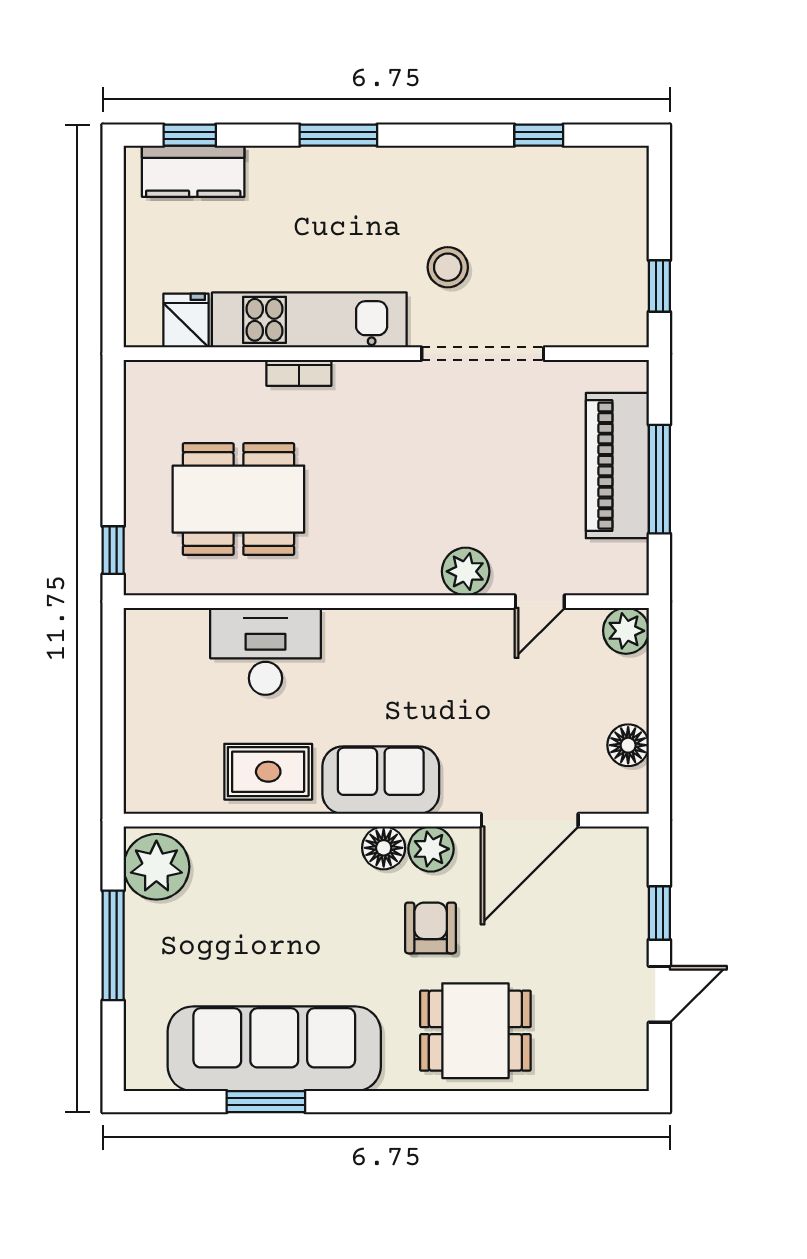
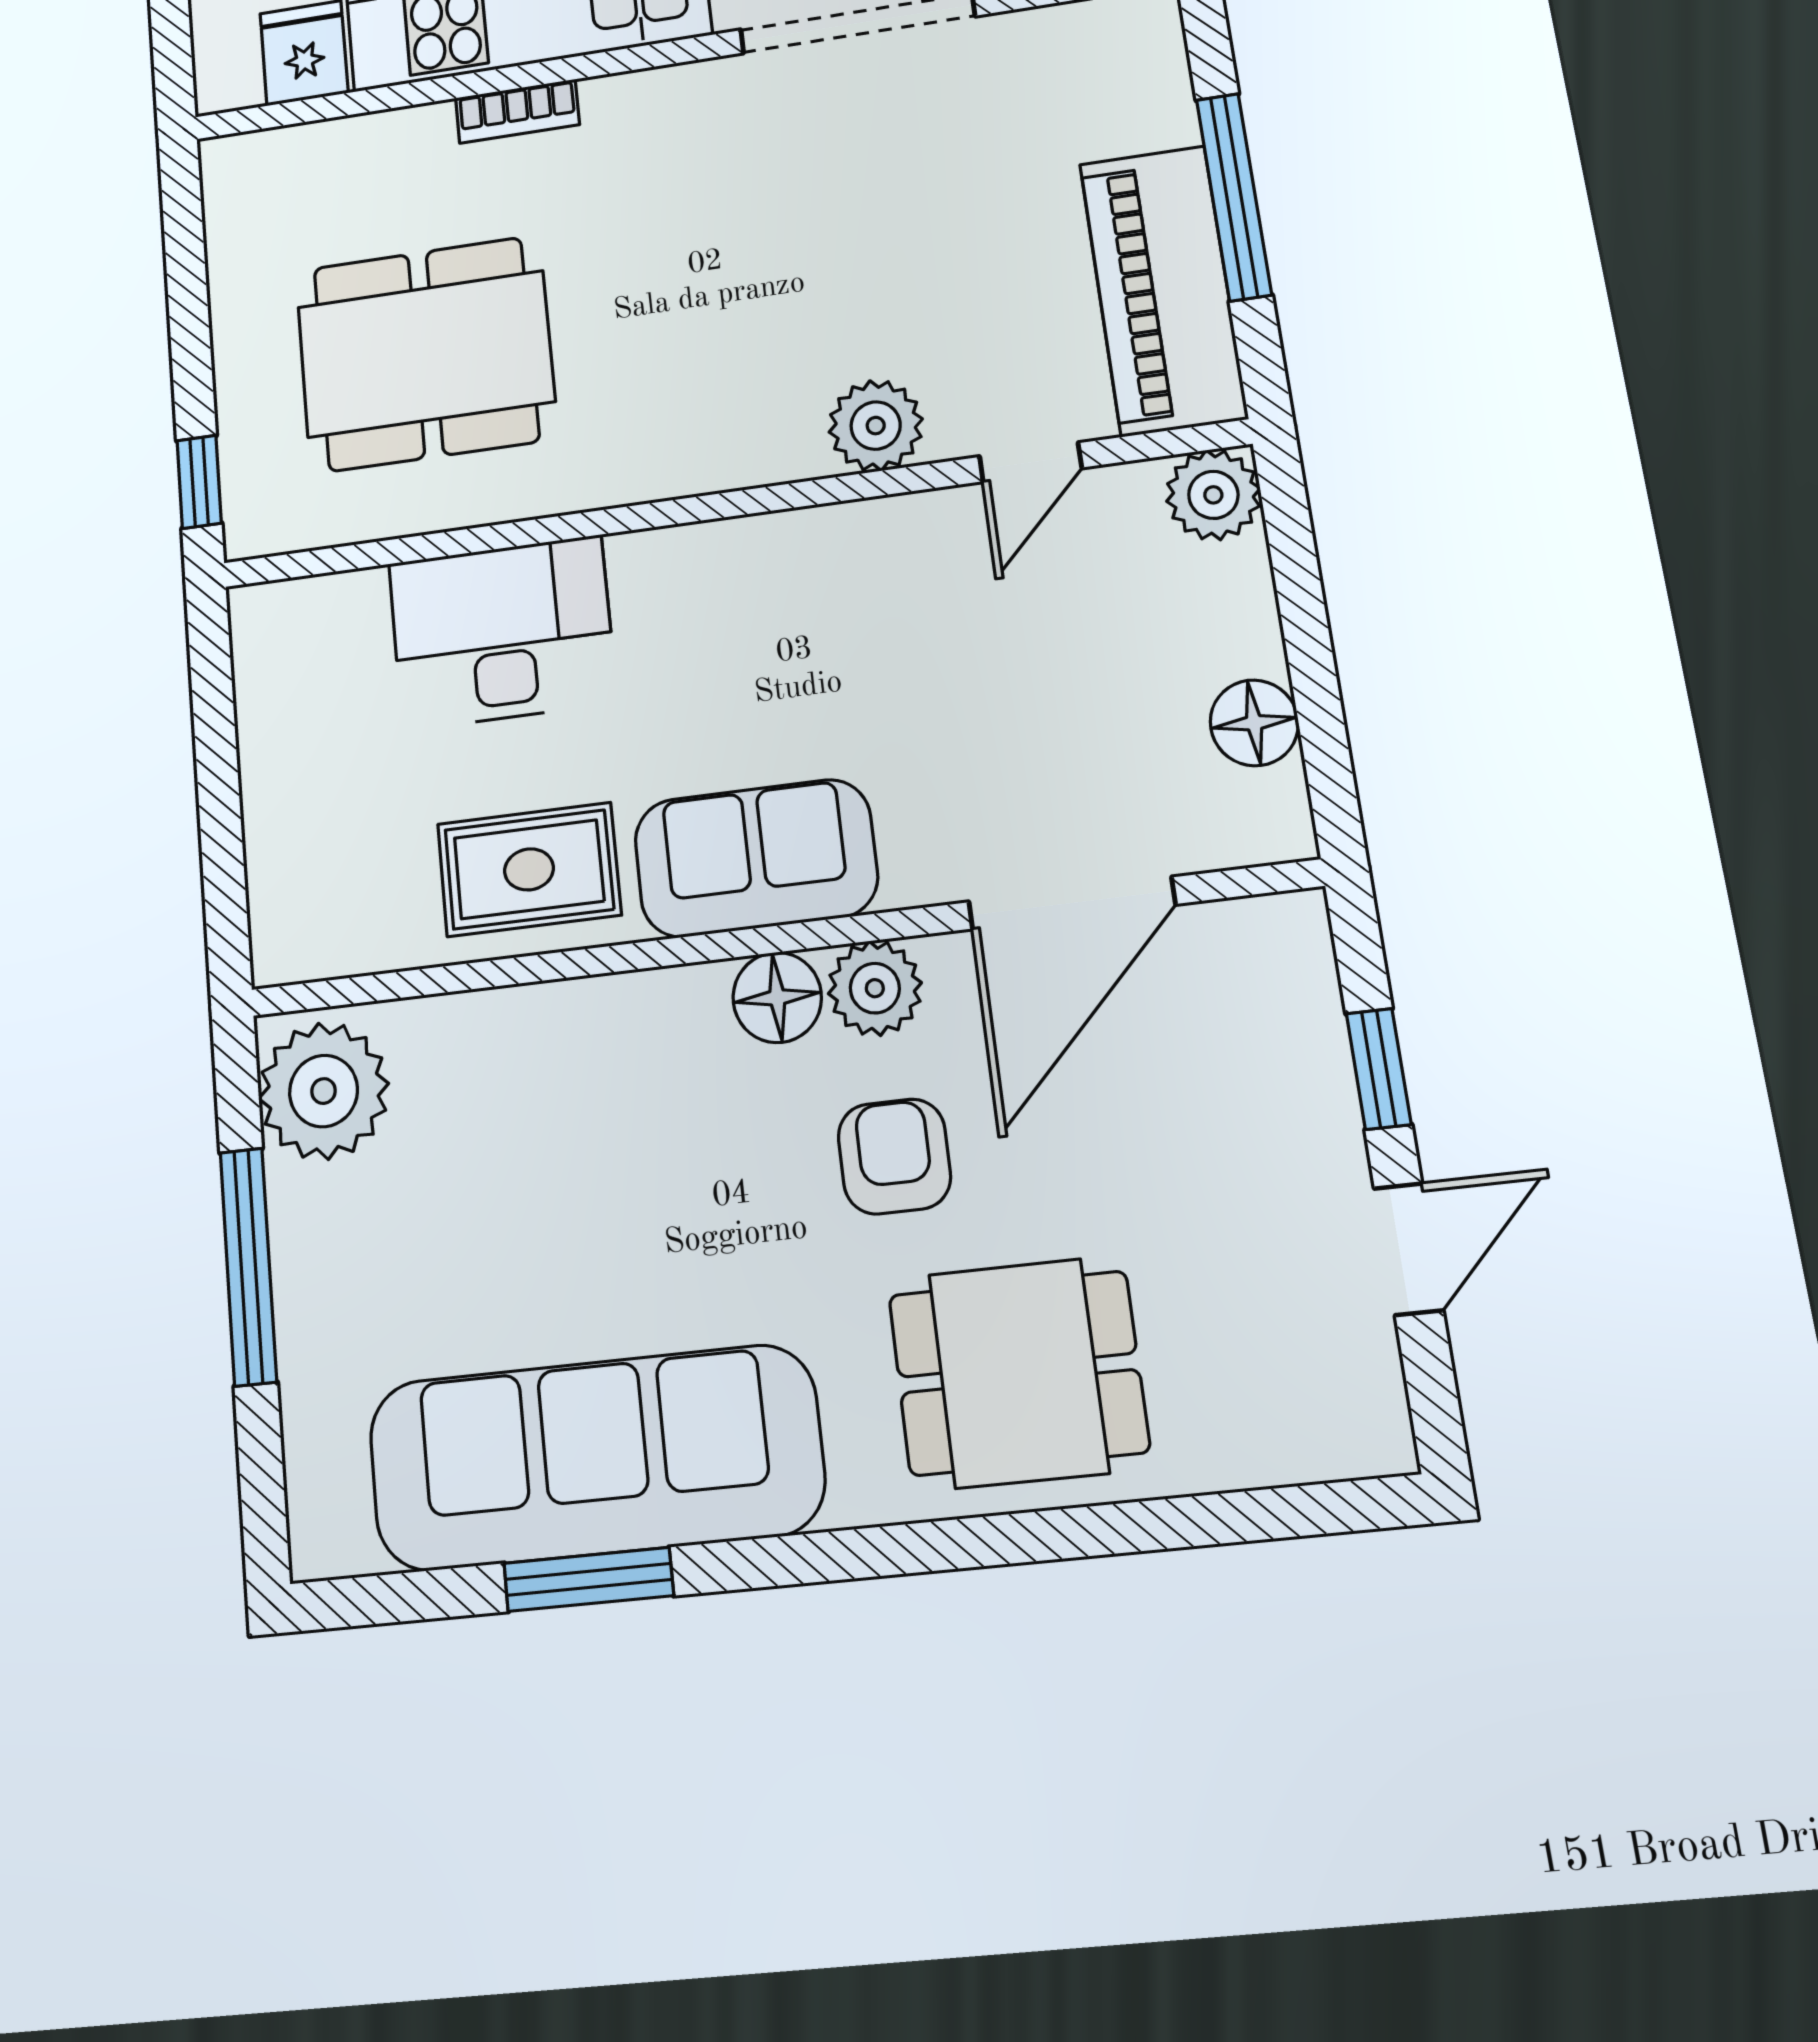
piano: (617, 466) -> (1163, 290), moved

